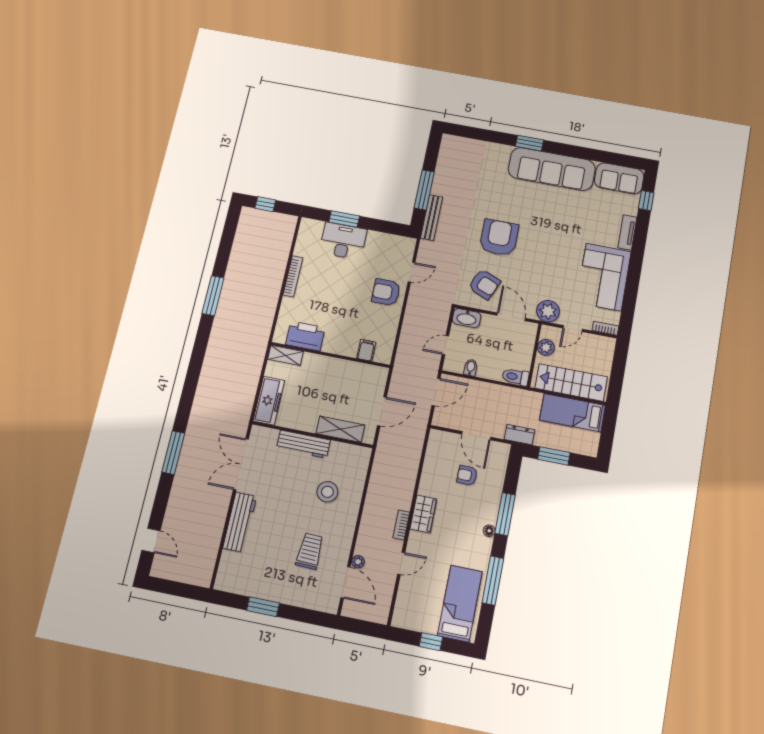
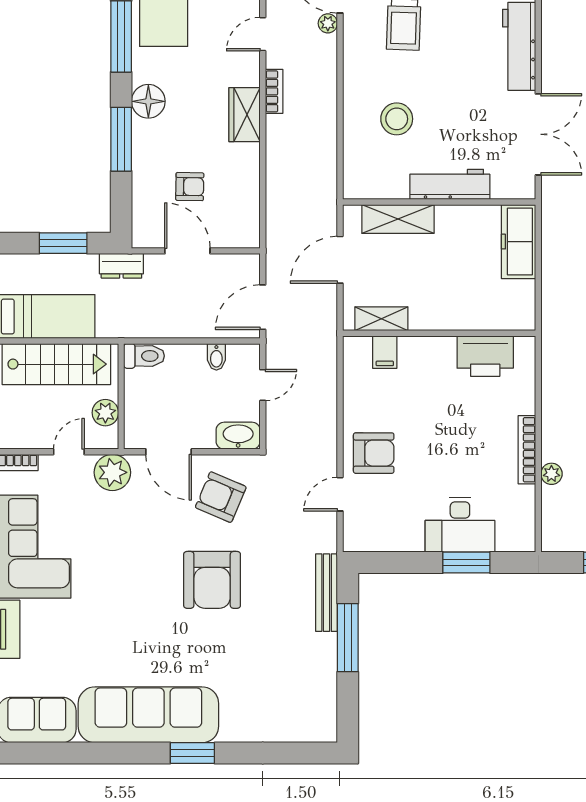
plant: (281, 260) -> (551, 474), added
shelving: (286, 355) -> (381, 319), moved
floor lamp: (489, 531) -> (148, 101), width x1.89, depth x1.89

